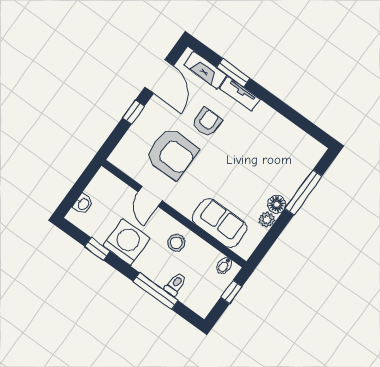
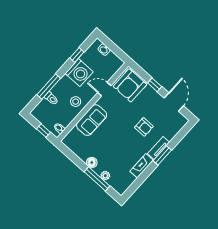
fireplace: (205, 70) -> (142, 166), moved
window: (233, 73) -> (162, 155), moved
door: (159, 76) -> (174, 102), swing flipped
armchair: (172, 153) -> (130, 85), moved
plant: (267, 220) -> (105, 176), moved
sofa: (220, 223) -> (92, 120), moved

